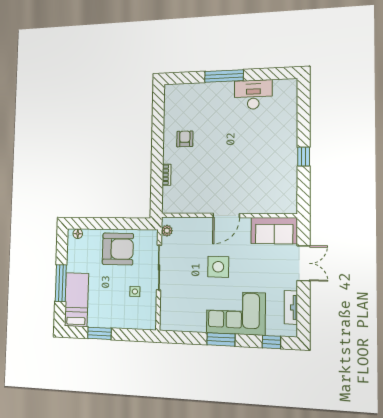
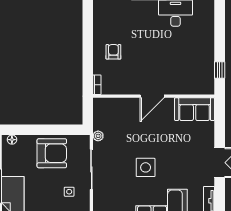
door: (226, 216) -> (152, 96), moved
wall: (228, 216) -> (154, 96), moved
sofa: (274, 231) -> (195, 109), moved

